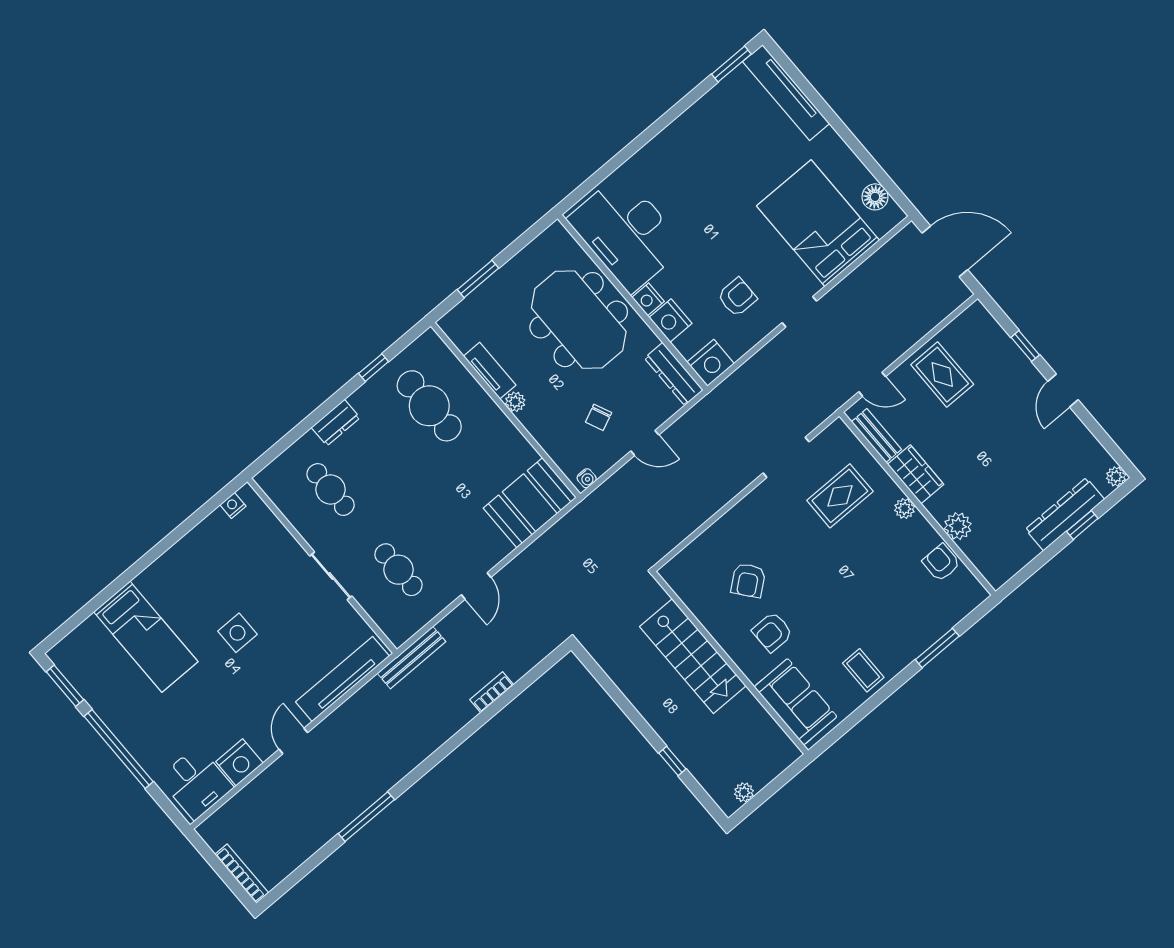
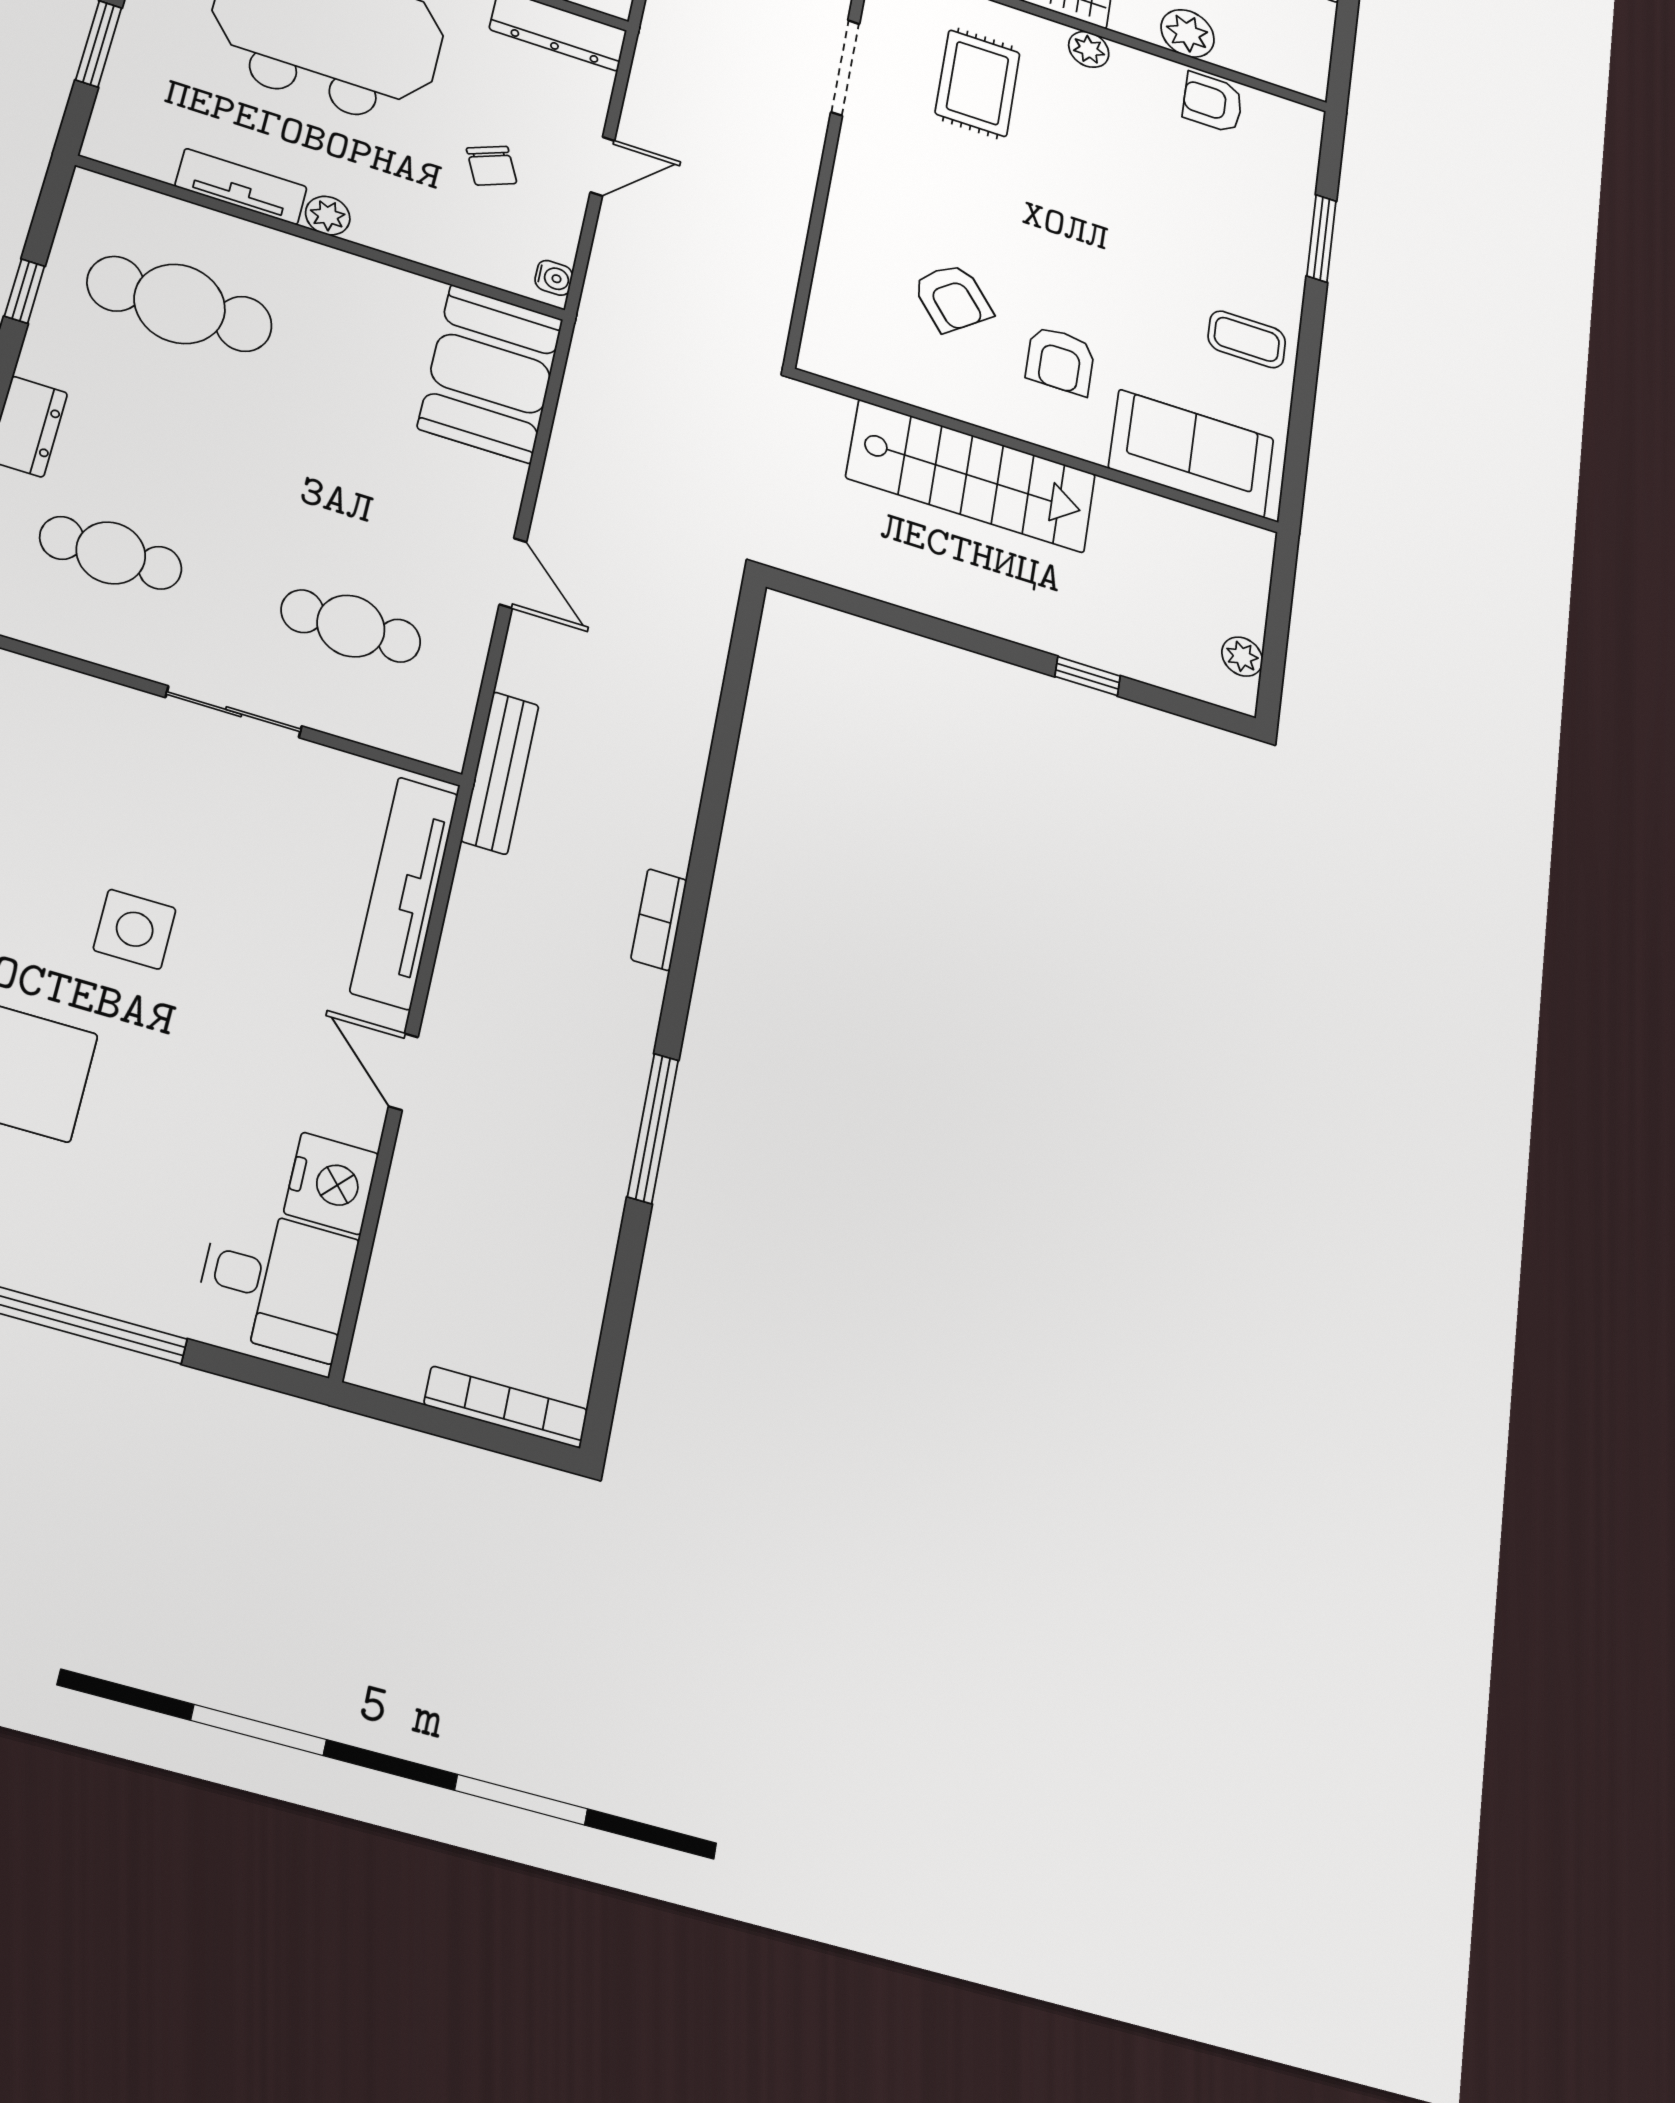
bookcase: (492, 692) -> (659, 920), moved

